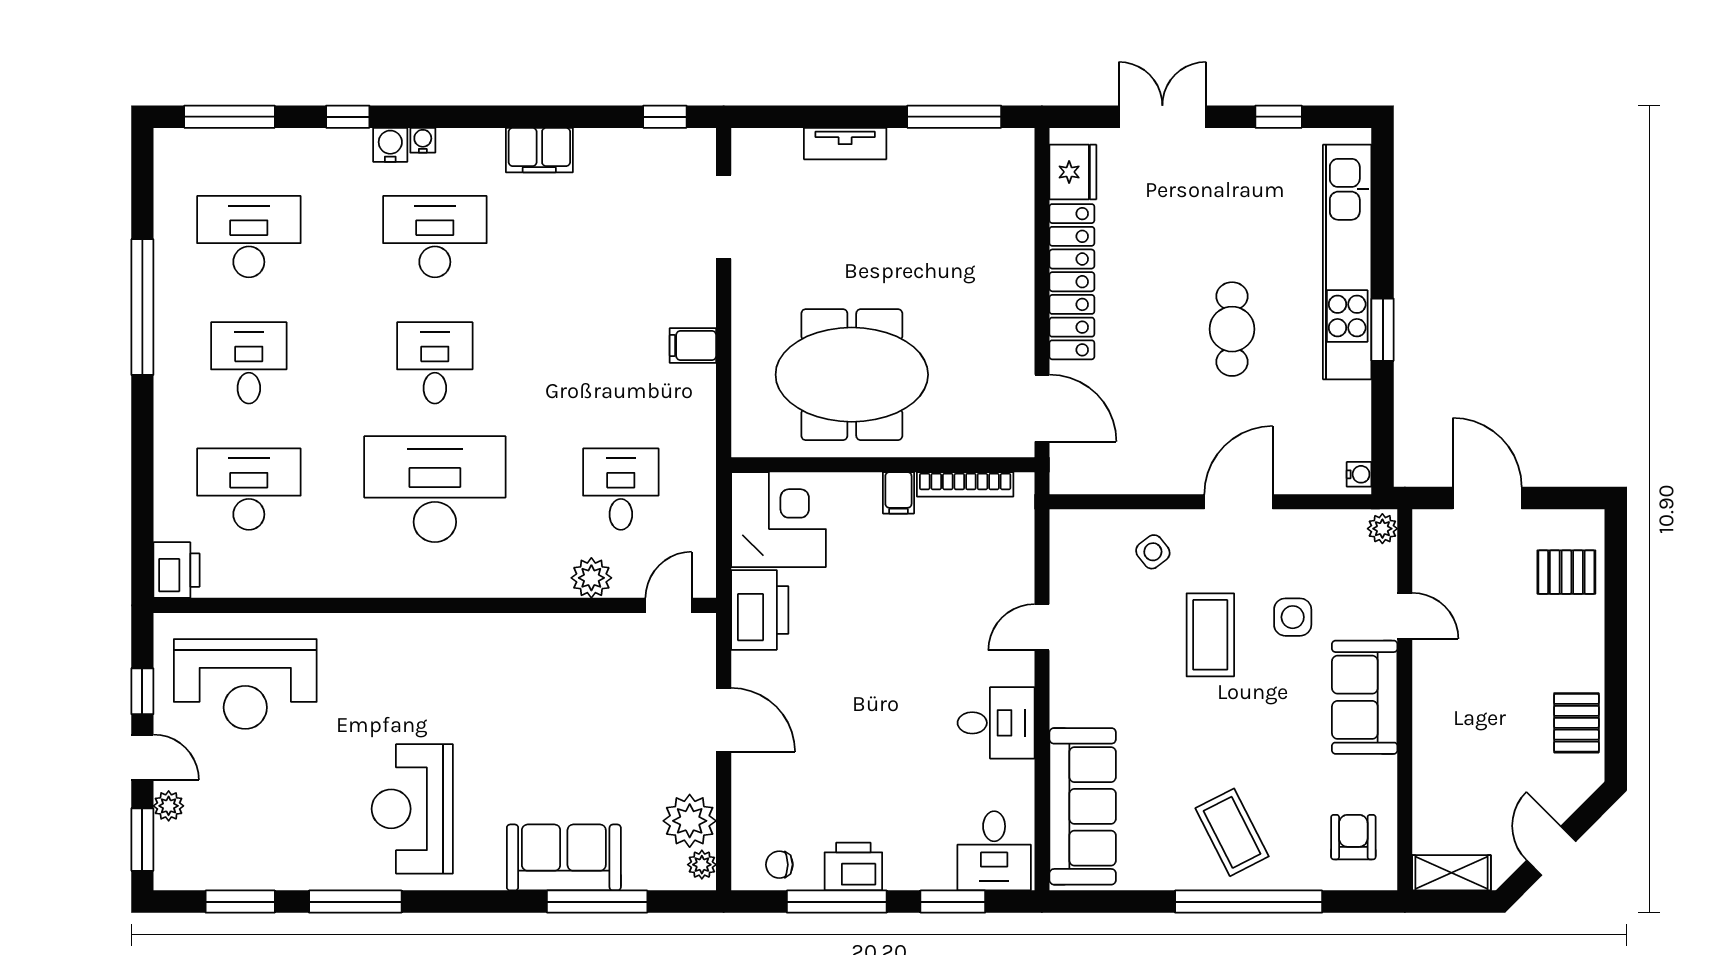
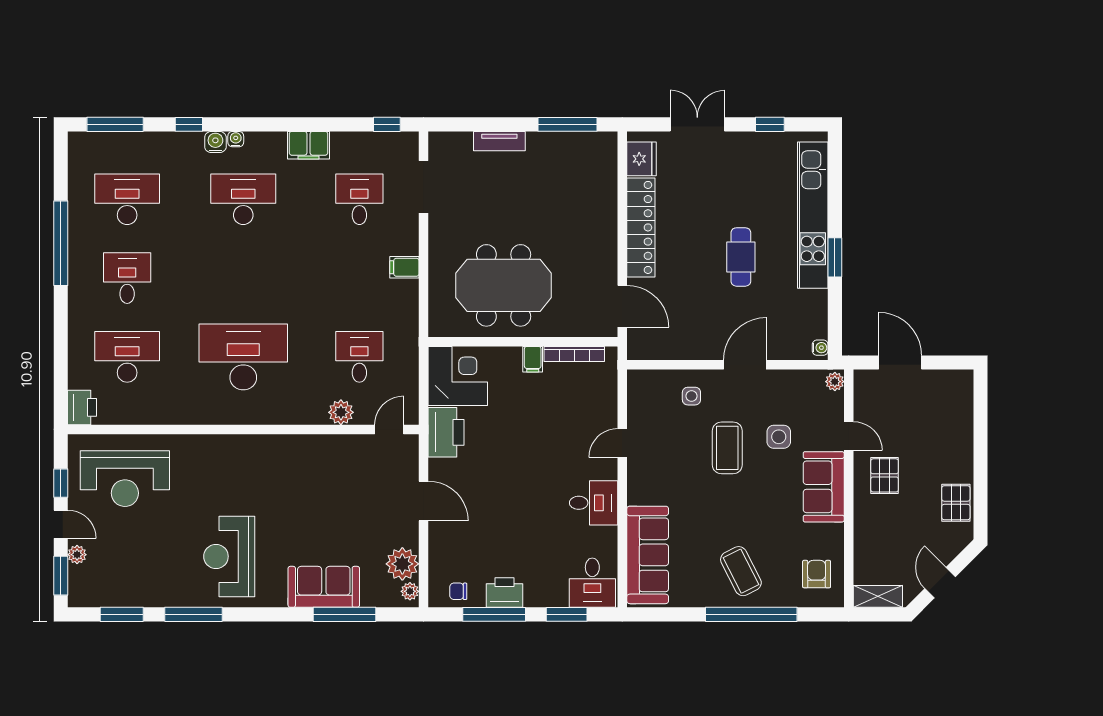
desk: (435, 363) -> (359, 199), moved
side table: (1153, 552) -> (691, 396), turned 38
pallet: (1566, 572) -> (885, 475), moved, turned 90

